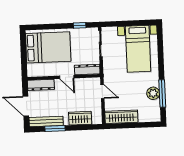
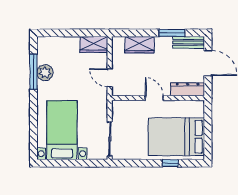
window: (80, 25) -> (170, 163), moved
dresser: (87, 70) -> (128, 106), removed
wardrobe: (121, 117) -> (94, 44), width x0.67
bench: (46, 121) -> (189, 42), width x0.73

